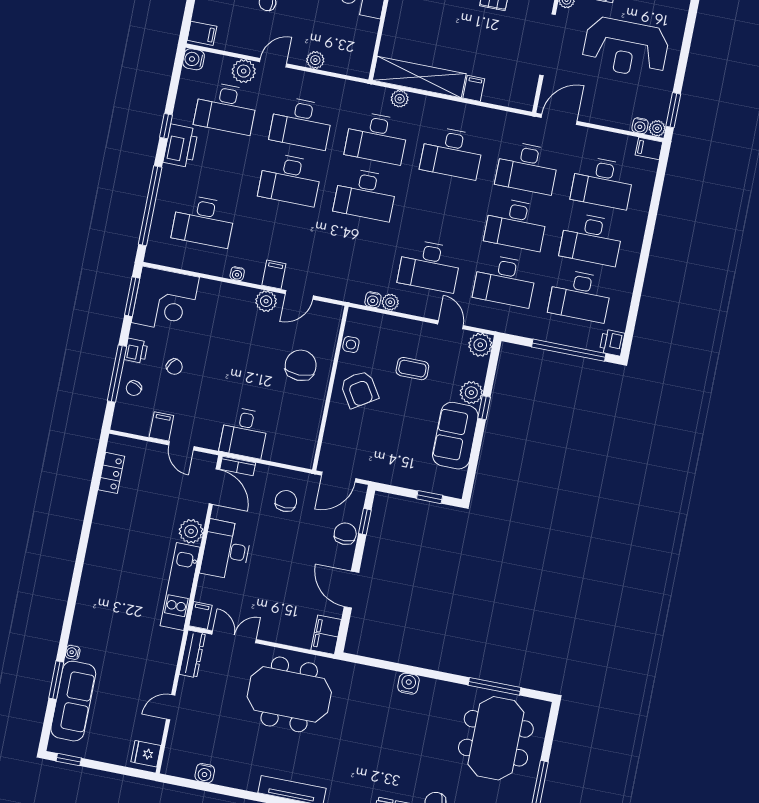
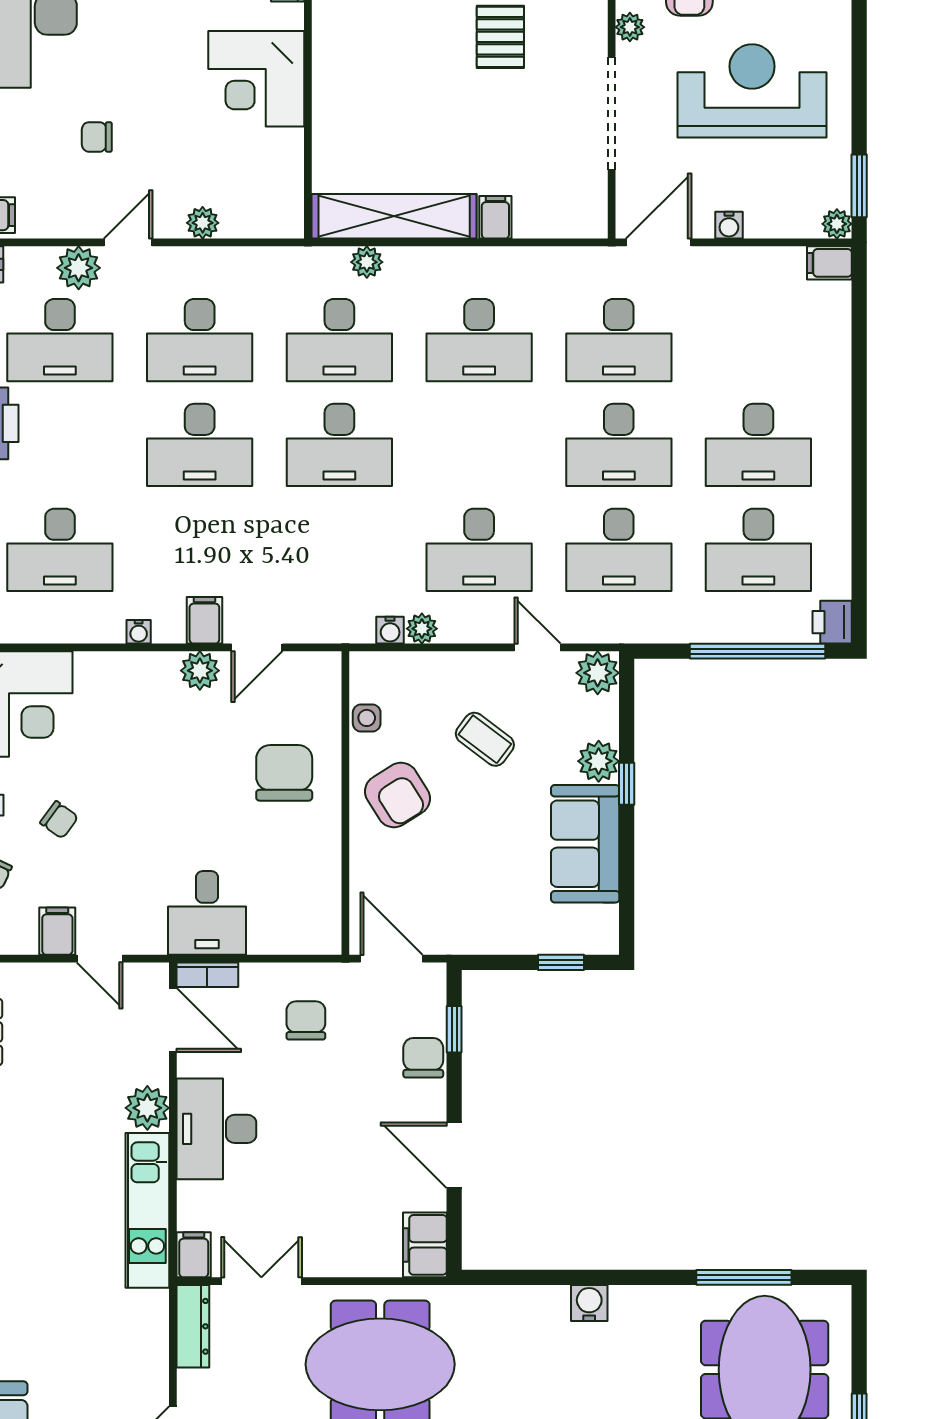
reception desk: (626, 48) -> (752, 91), turned 180
water cooler: (640, 126) -> (729, 225), moved
desk: (602, 183) -> (758, 340), removed
coffee table: (412, 369) -> (485, 739), turned 37
door: (339, 477) -> (391, 959), swing flipped

